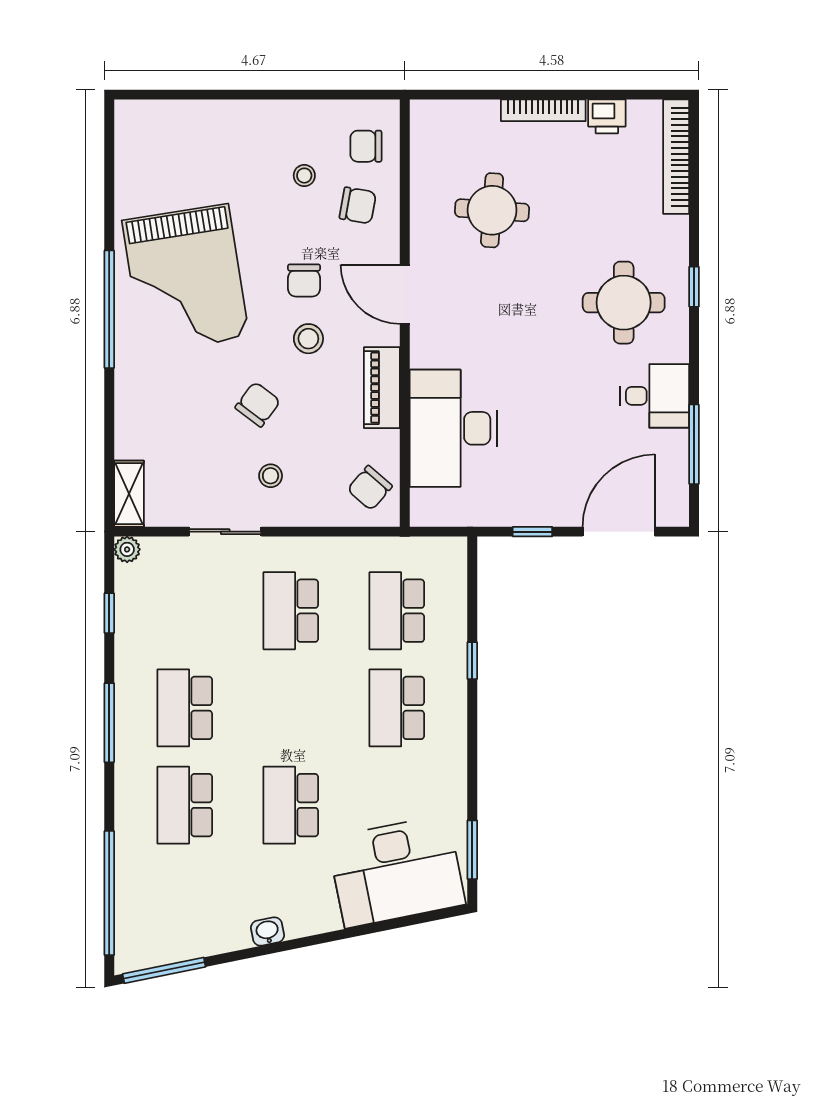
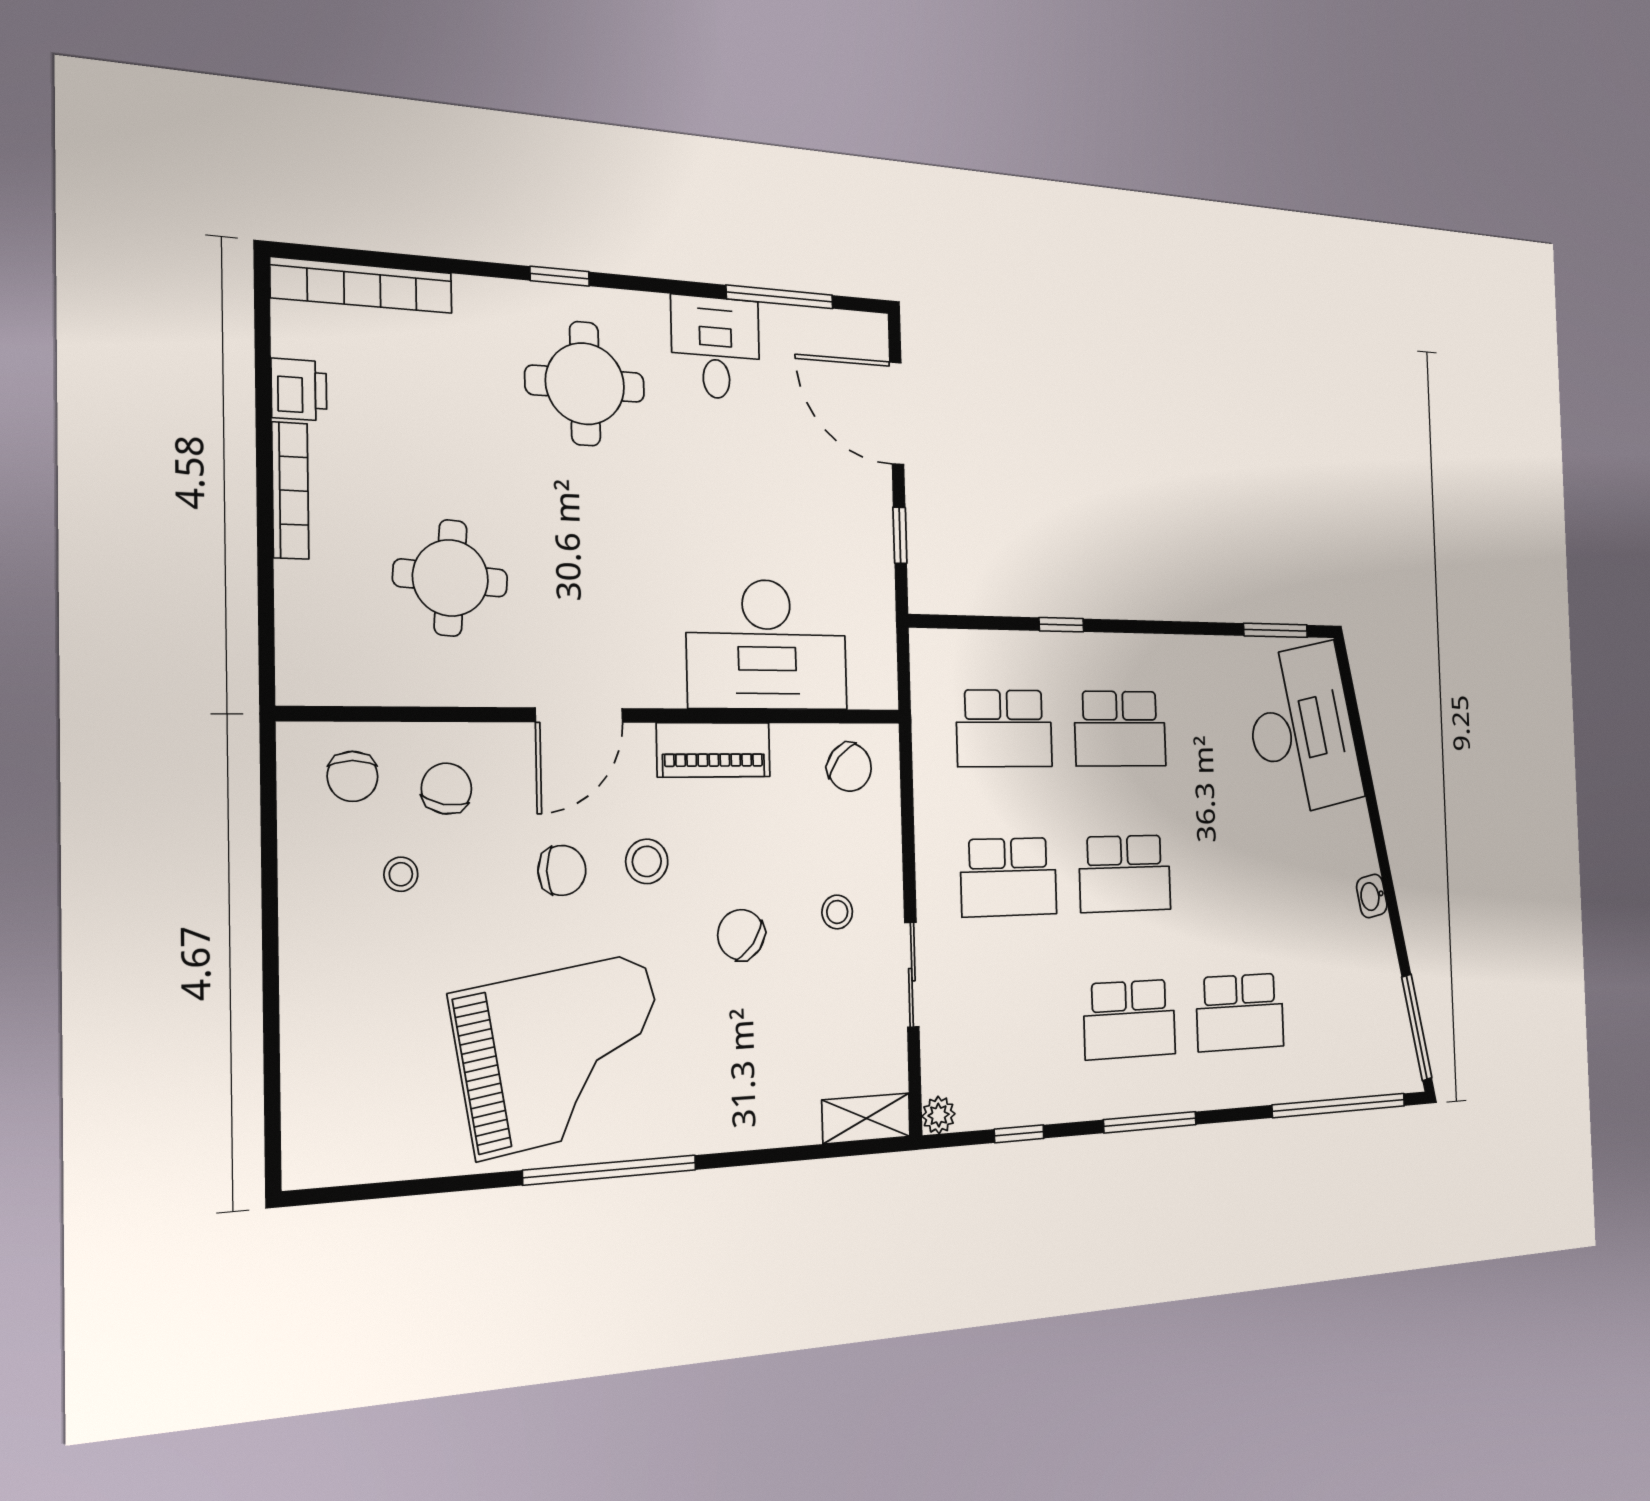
school desk: (291, 805) -> (1125, 874), moved

